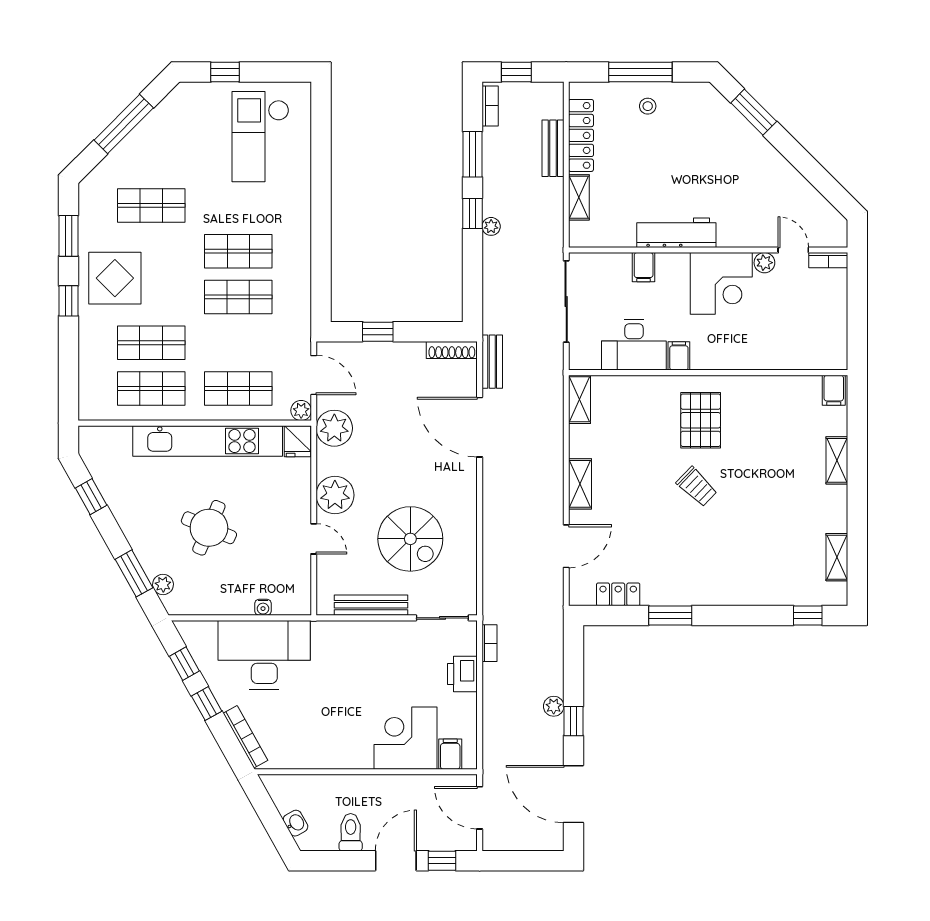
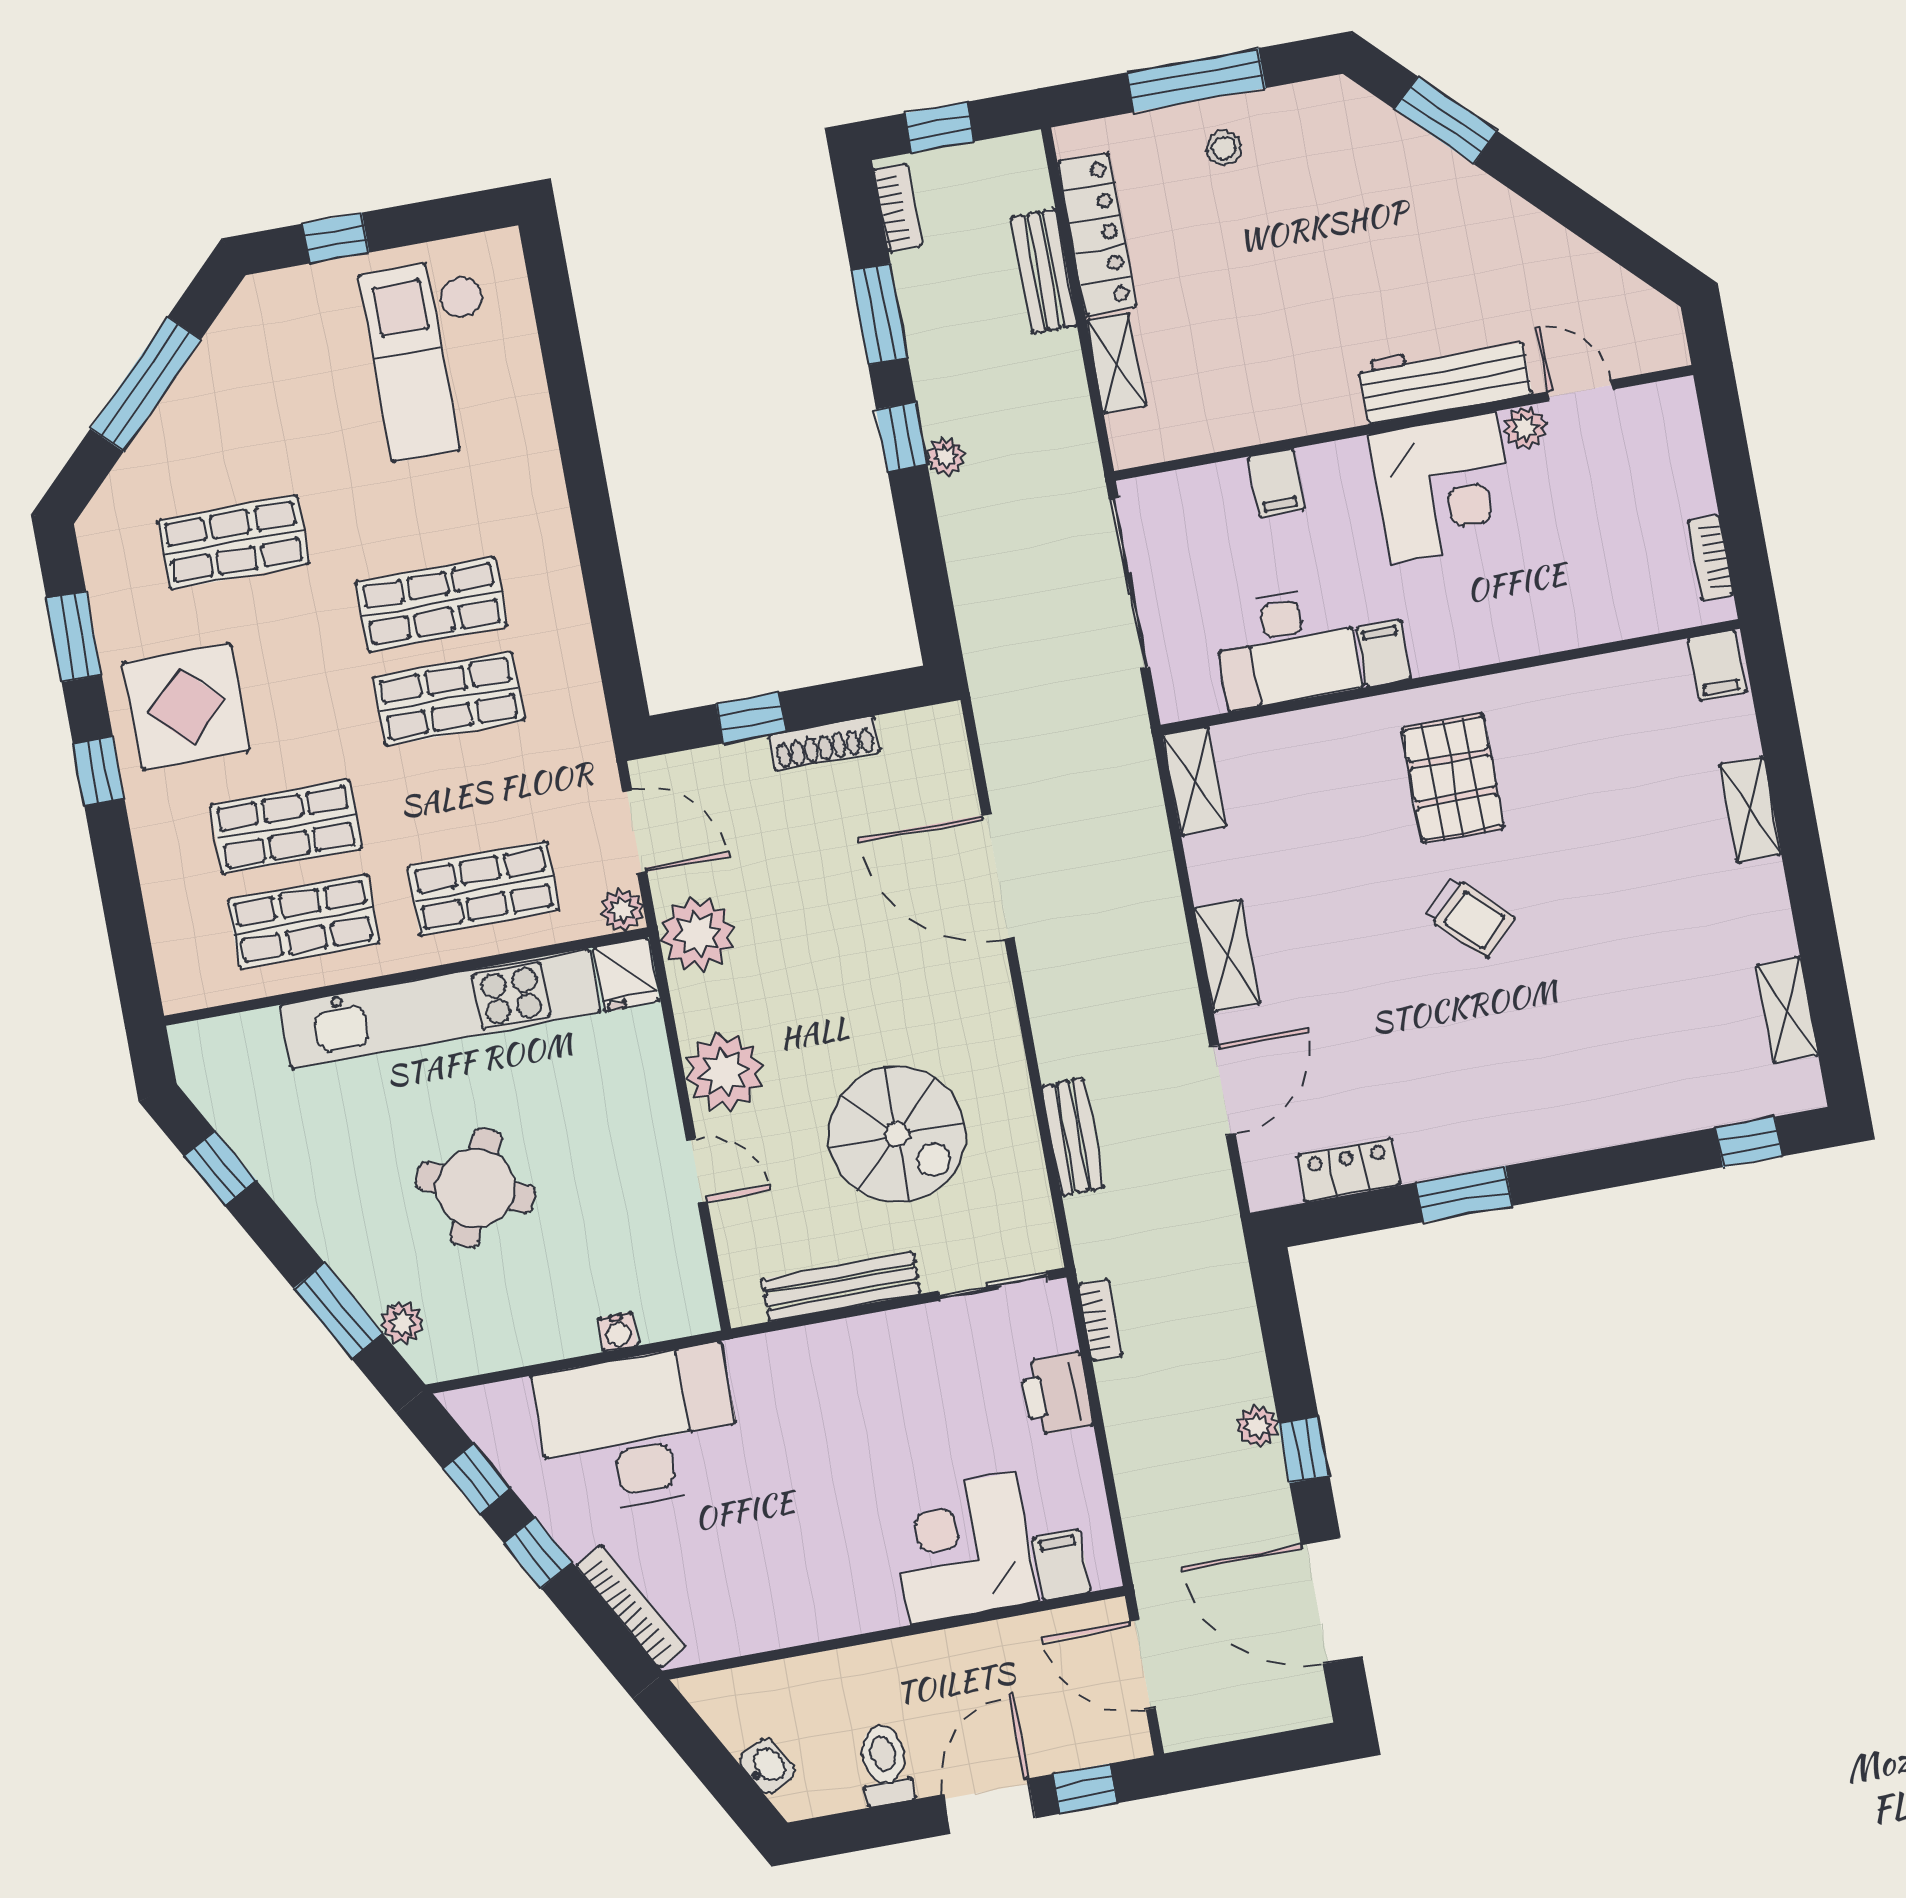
workbench: (676, 233) -> (1445, 378), moved
bookcase: (828, 260) -> (1710, 558), moved, turned 90
shoe rack: (452, 350) -> (824, 743), moved
bench: (492, 362) -> (1073, 1137), moved

